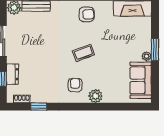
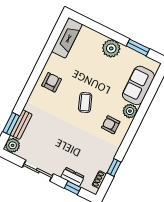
window: (155, 50) -> (138, 47), moved
plant: (147, 56) -> (111, 48), width x1.87, depth x1.87
sofa: (141, 80) -> (138, 85), moved, turned 90

